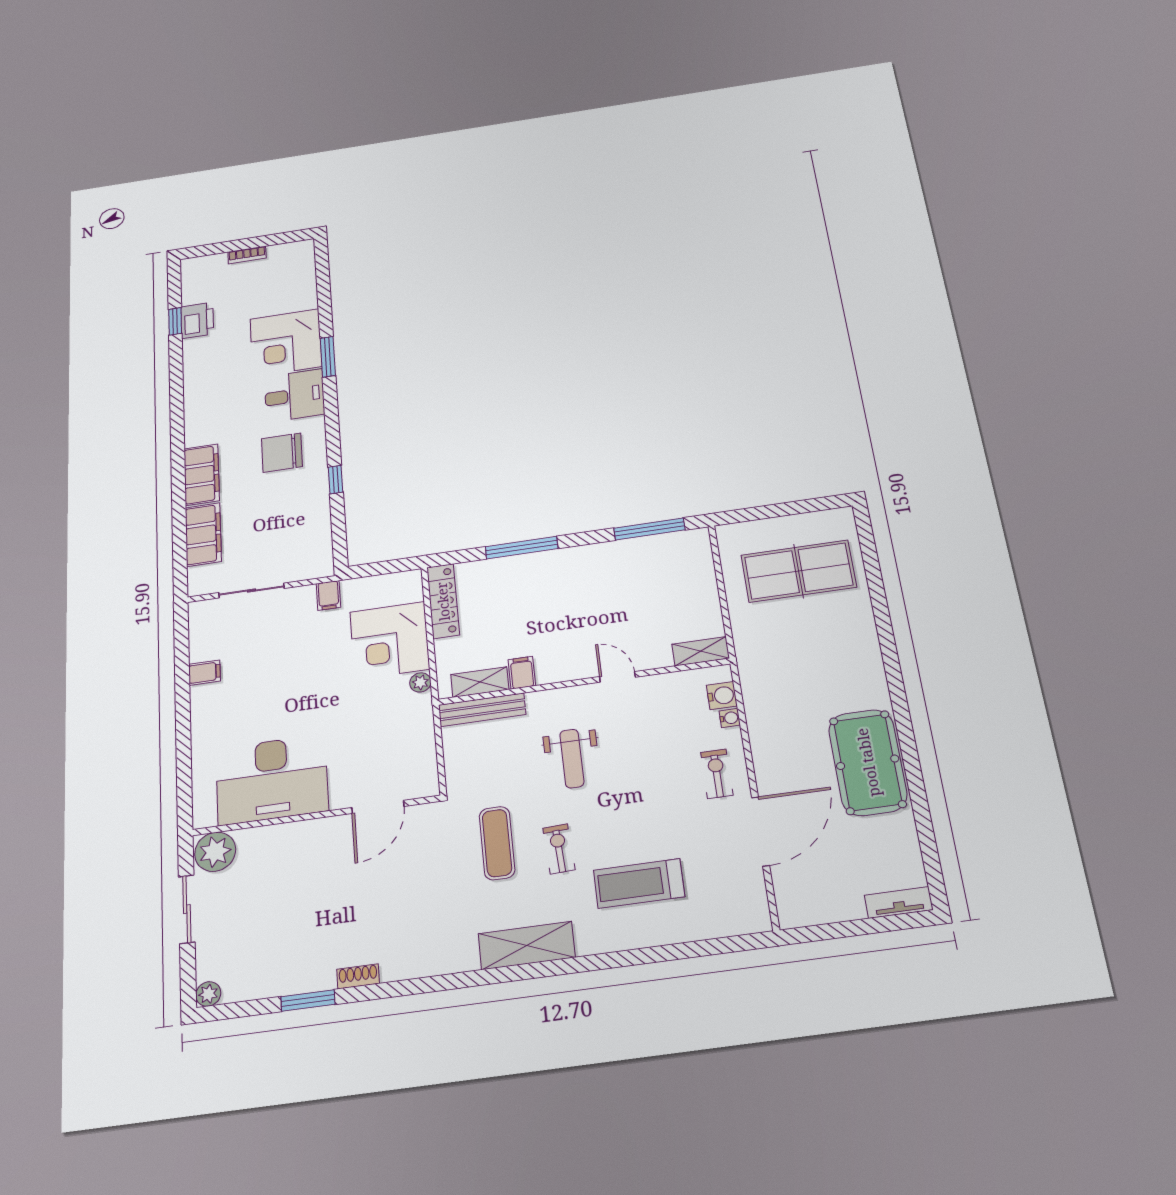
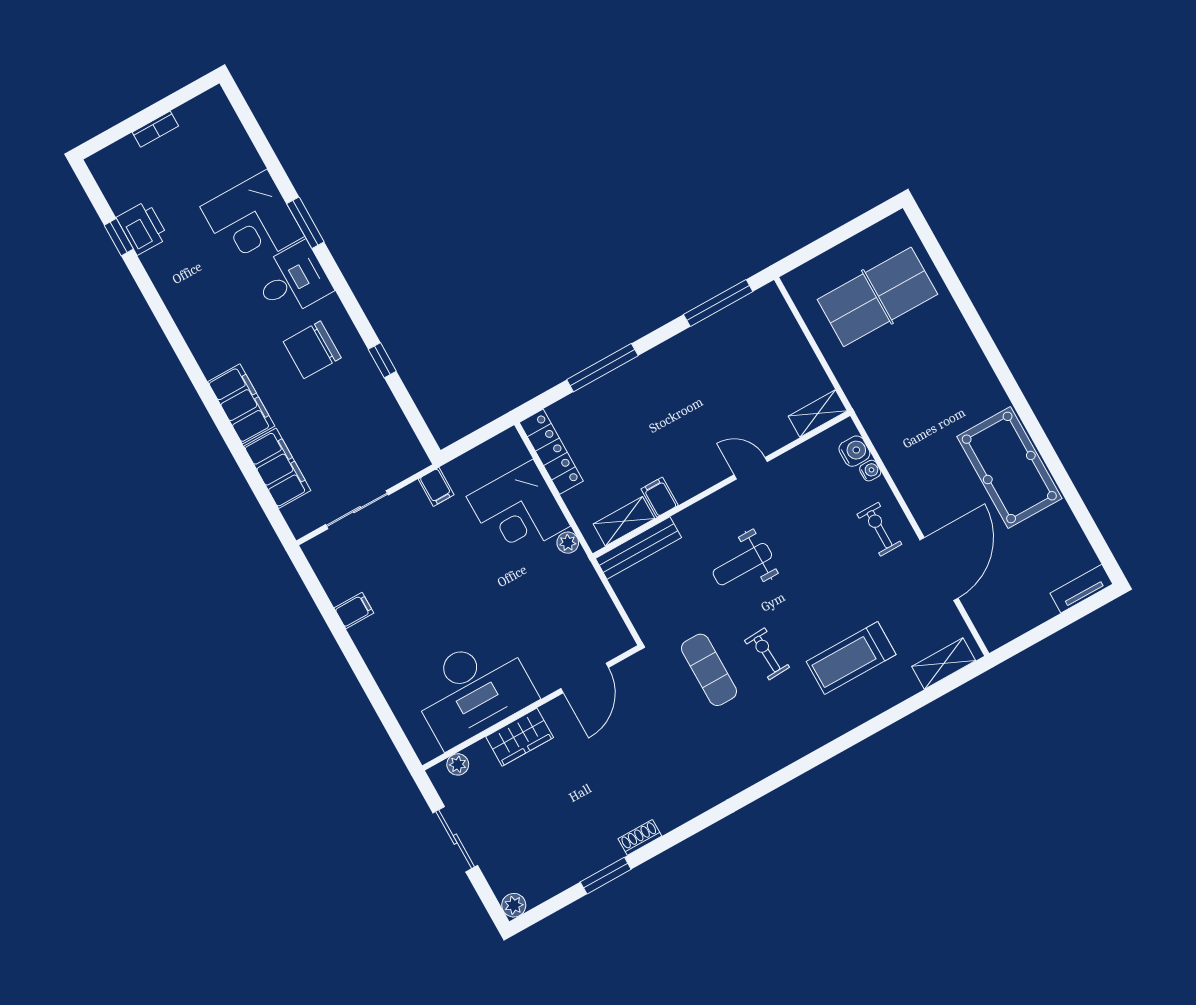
weight bench: (572, 758) -> (742, 564), turned 90
wardrobe: (292, 838) -> (520, 737), added
plant: (215, 852) -> (458, 764), width x0.53, depth x0.53
shelving: (527, 946) -> (944, 663), moved, width x0.67, depth x0.75

